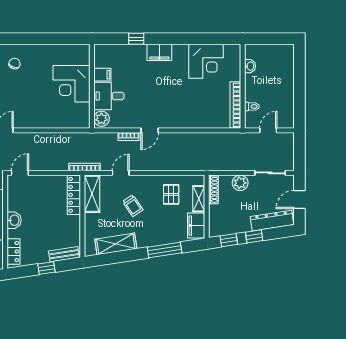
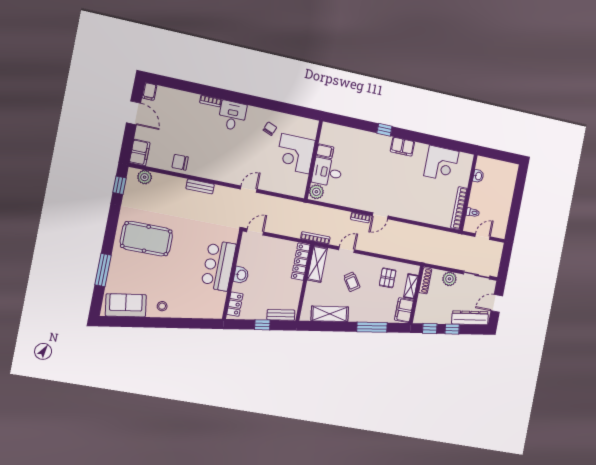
filing cabinet: (102, 75) -> (325, 151), moved
corner desk: (71, 84) -> (295, 154), moved
wall: (92, 86) -> (313, 160), moved
desk: (109, 96) -> (327, 172), moved
plant: (101, 119) -> (316, 192), moved

